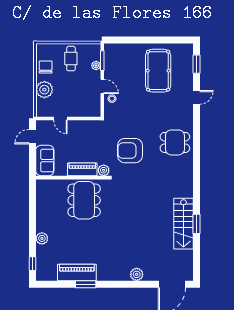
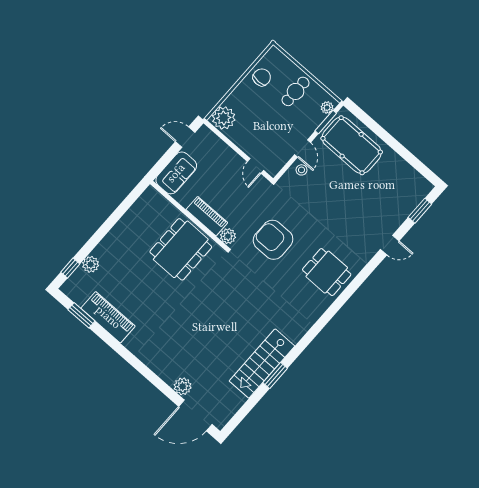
plant: (96, 65) -> (327, 108), moved
pool table: (158, 71) -> (352, 145), moved, turned 90
plant: (44, 90) -> (224, 118), moved
door: (60, 119) -> (255, 166), moved
plant: (42, 238) -> (91, 264), moved
plant: (137, 274) -> (183, 386), moved
window: (86, 284) -> (82, 315), moved

